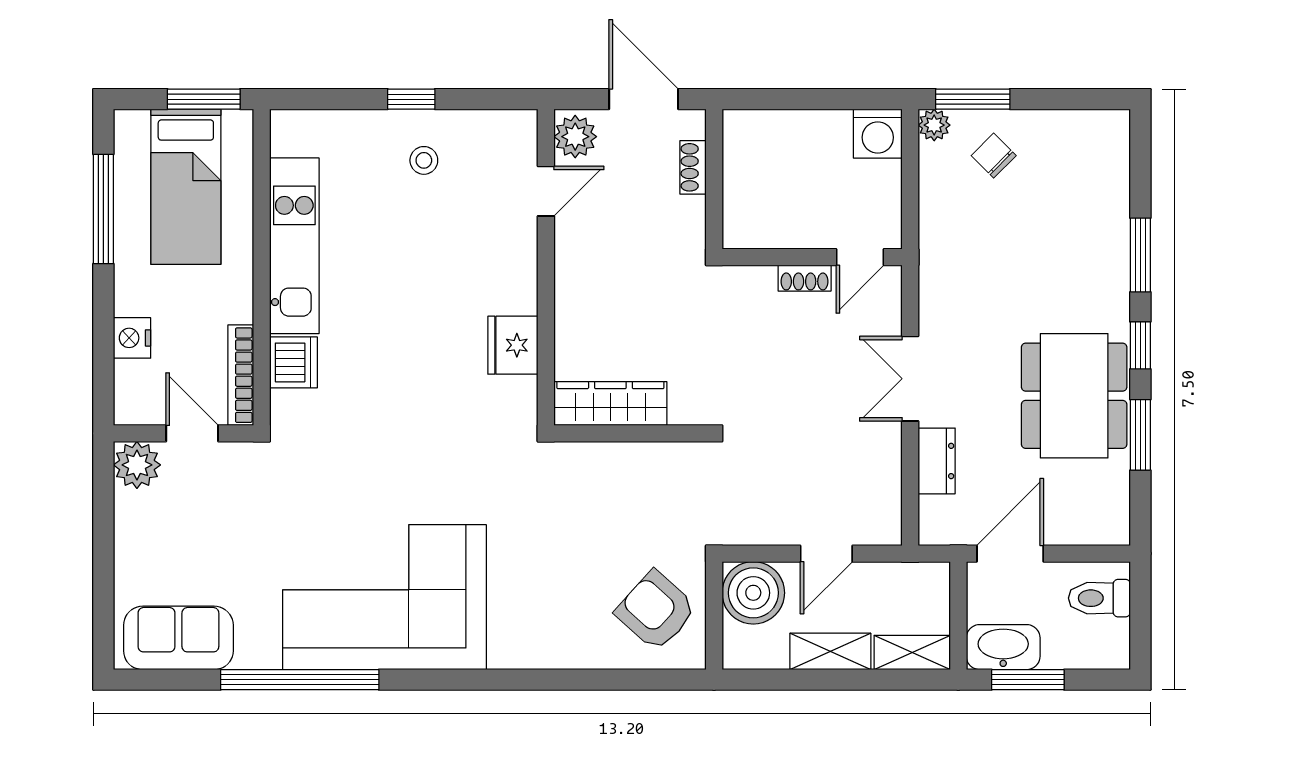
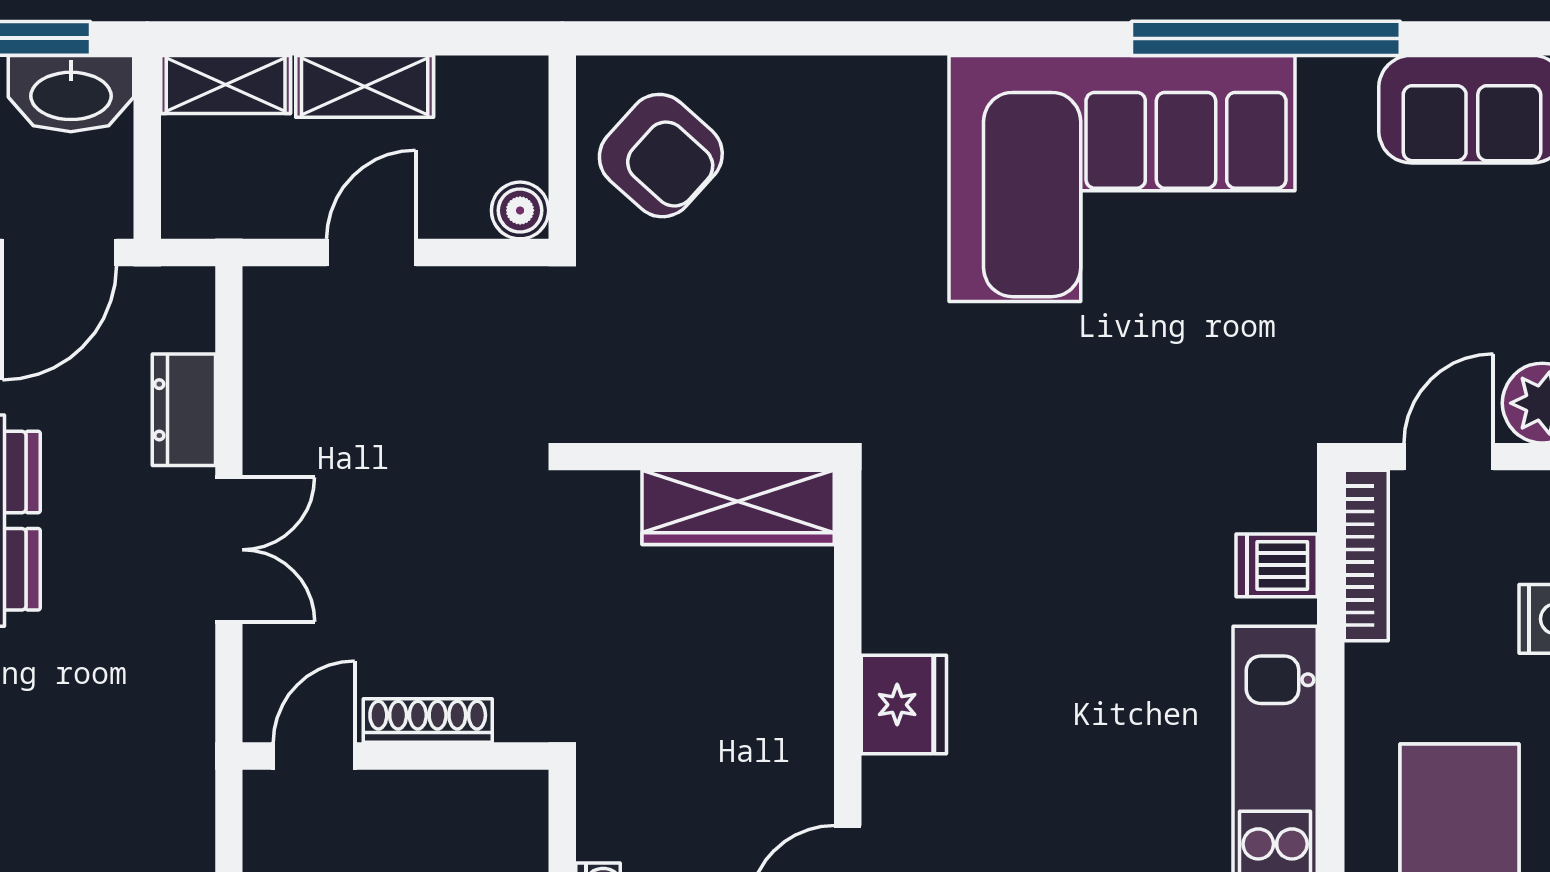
shoe rack: (805, 278) -> (428, 720), width x1.43
fridge: (513, 345) -> (904, 705), moved
dishwasher: (293, 362) -> (1277, 565), width x0.73
door: (192, 433) -> (1449, 457), swing flipped
boiler: (753, 593) -> (520, 210), width x0.54, depth x0.54

